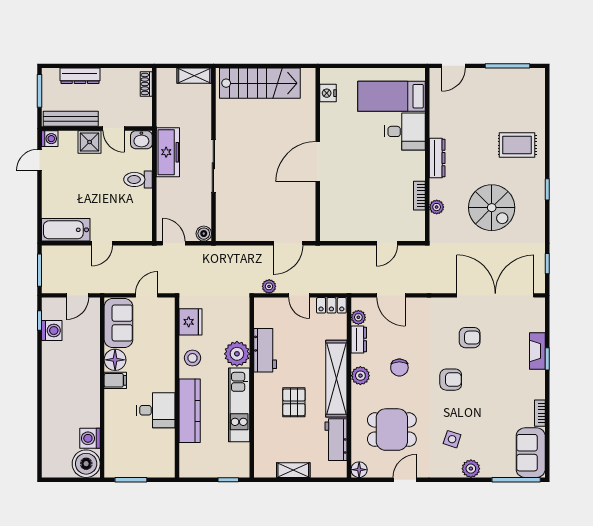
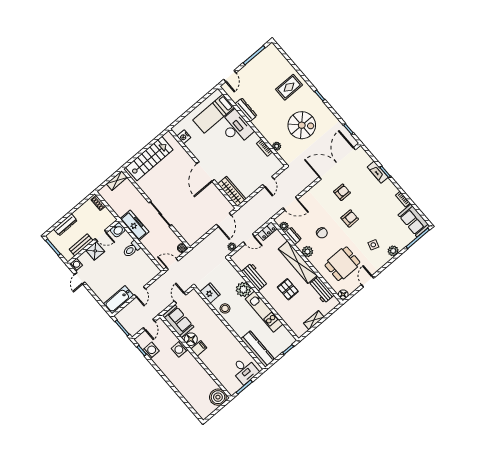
bench: (71, 119) -> (81, 245), width x0.73
desk: (405, 131) -> (236, 127), width x1.37
dresser: (437, 158) -> (246, 110), moved
wardrobe: (330, 216) -> (232, 191), added
desk: (156, 410) -> (245, 370), moved, turned 90
kitchen counter: (190, 411) -> (258, 349), moved
washing machine: (90, 438) -> (180, 349), moved

